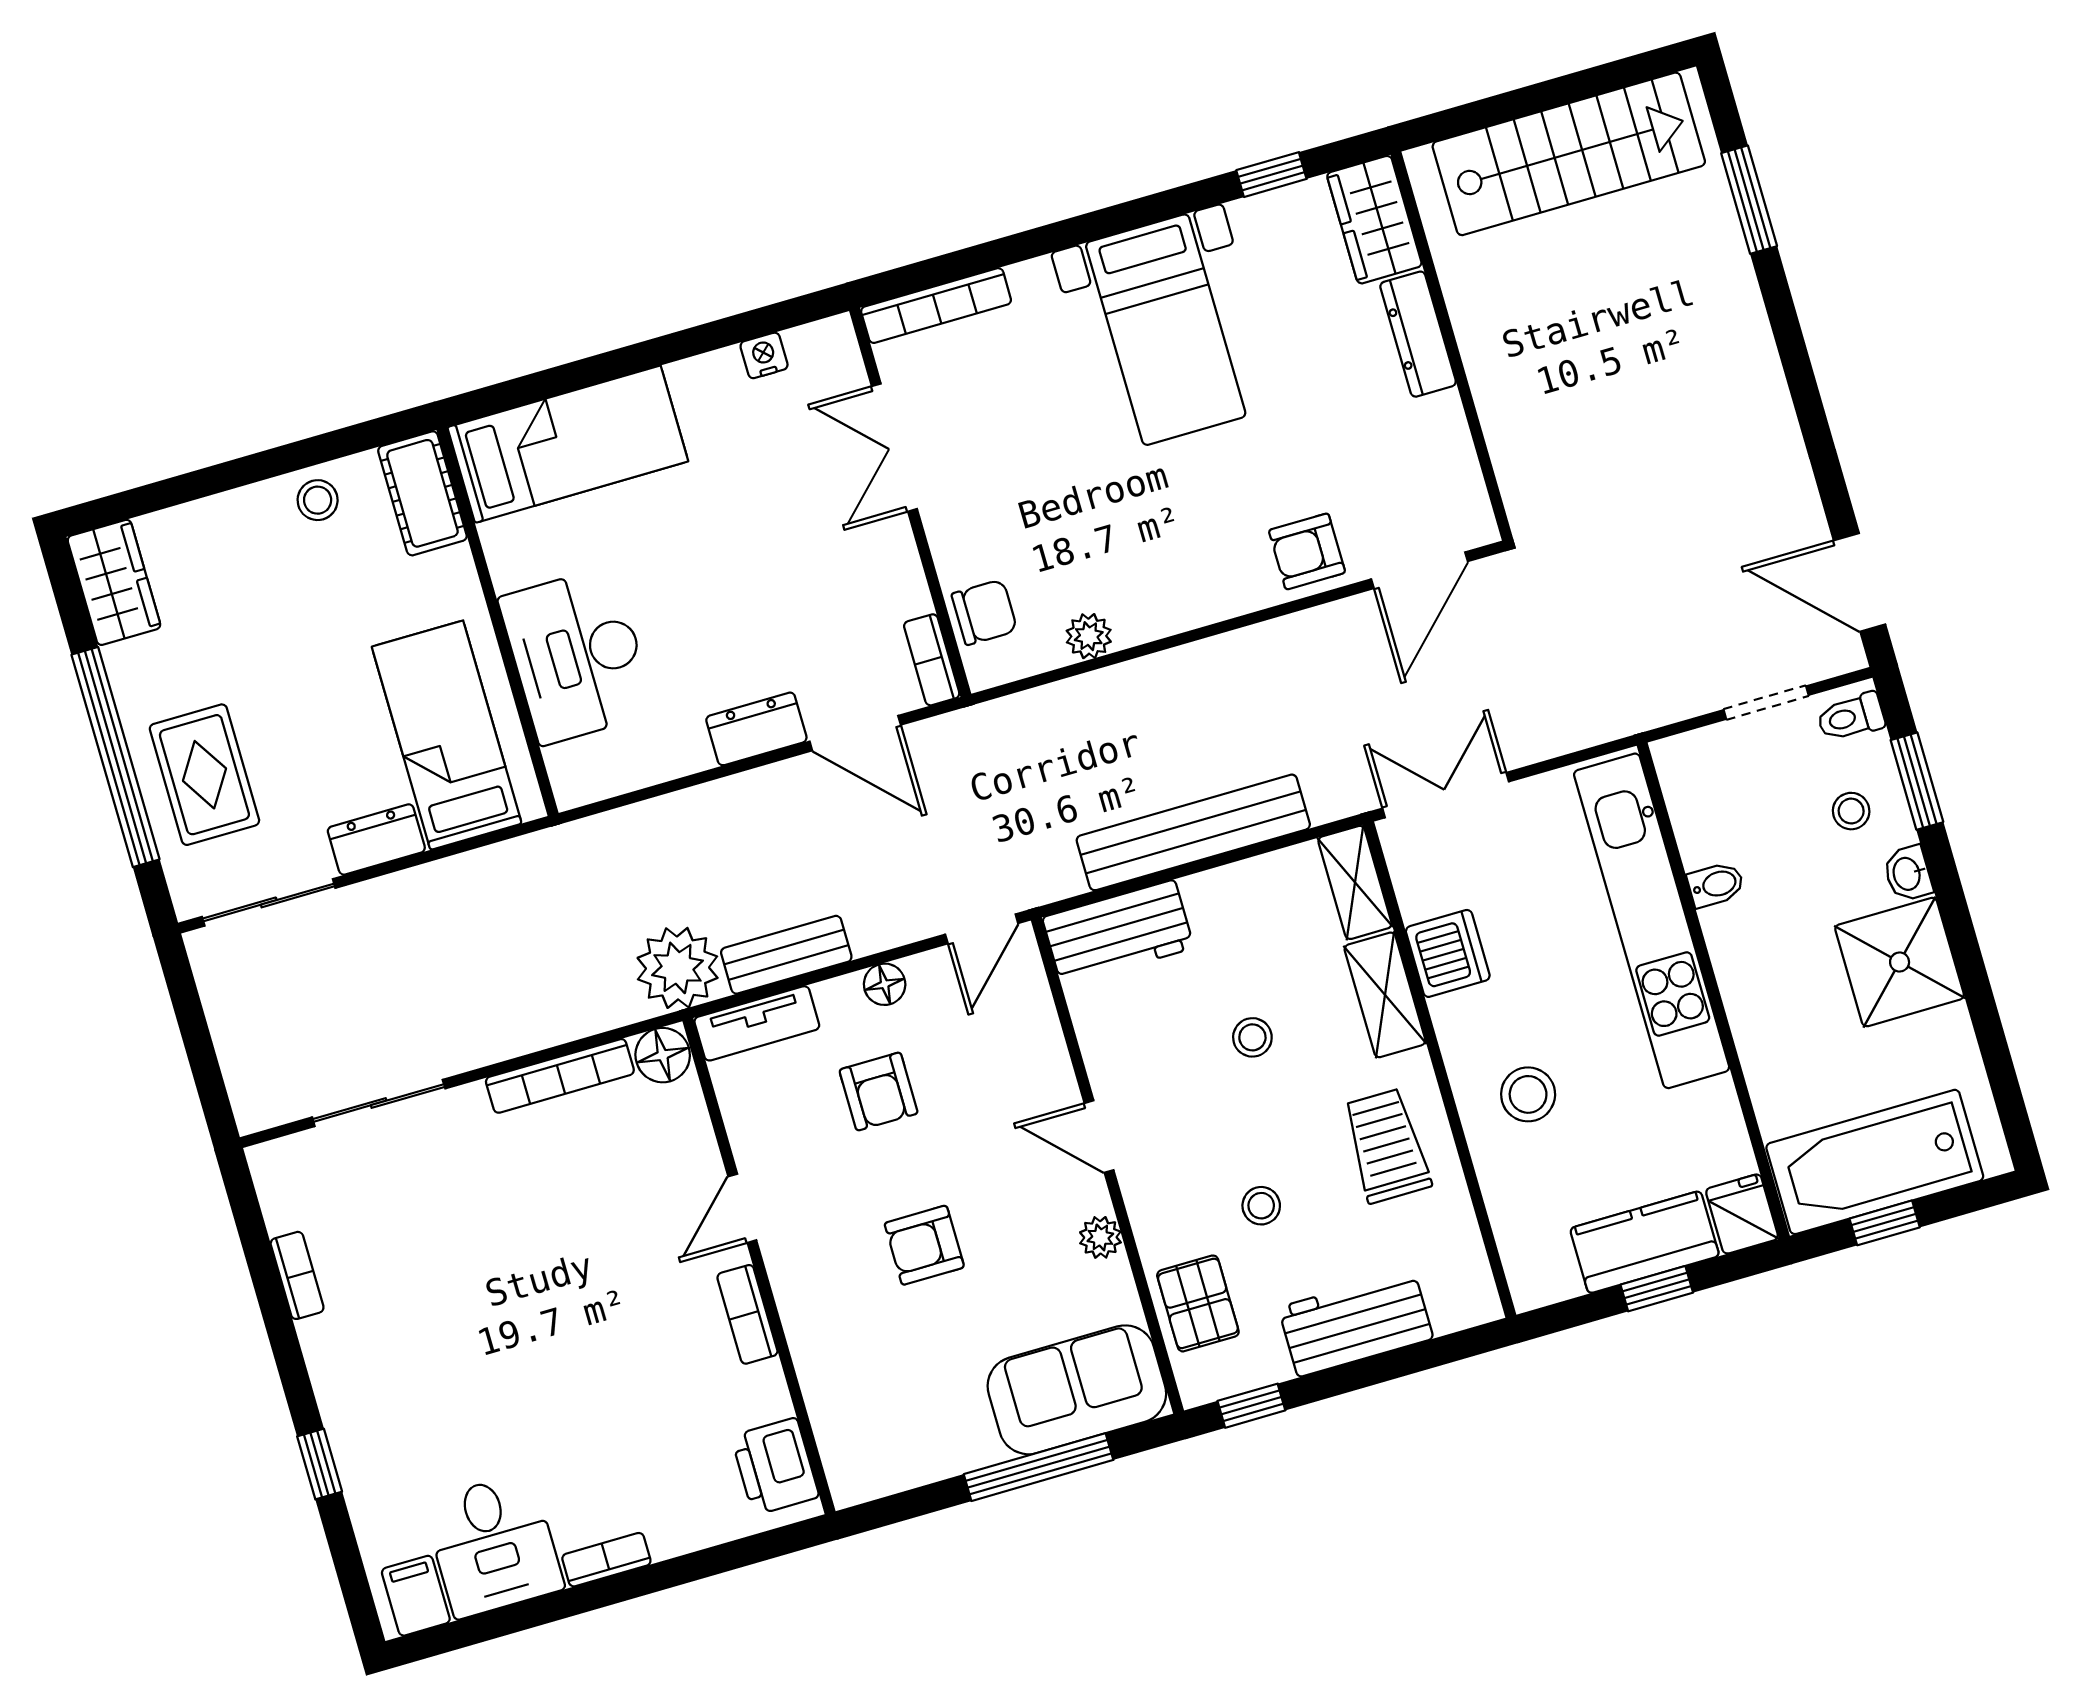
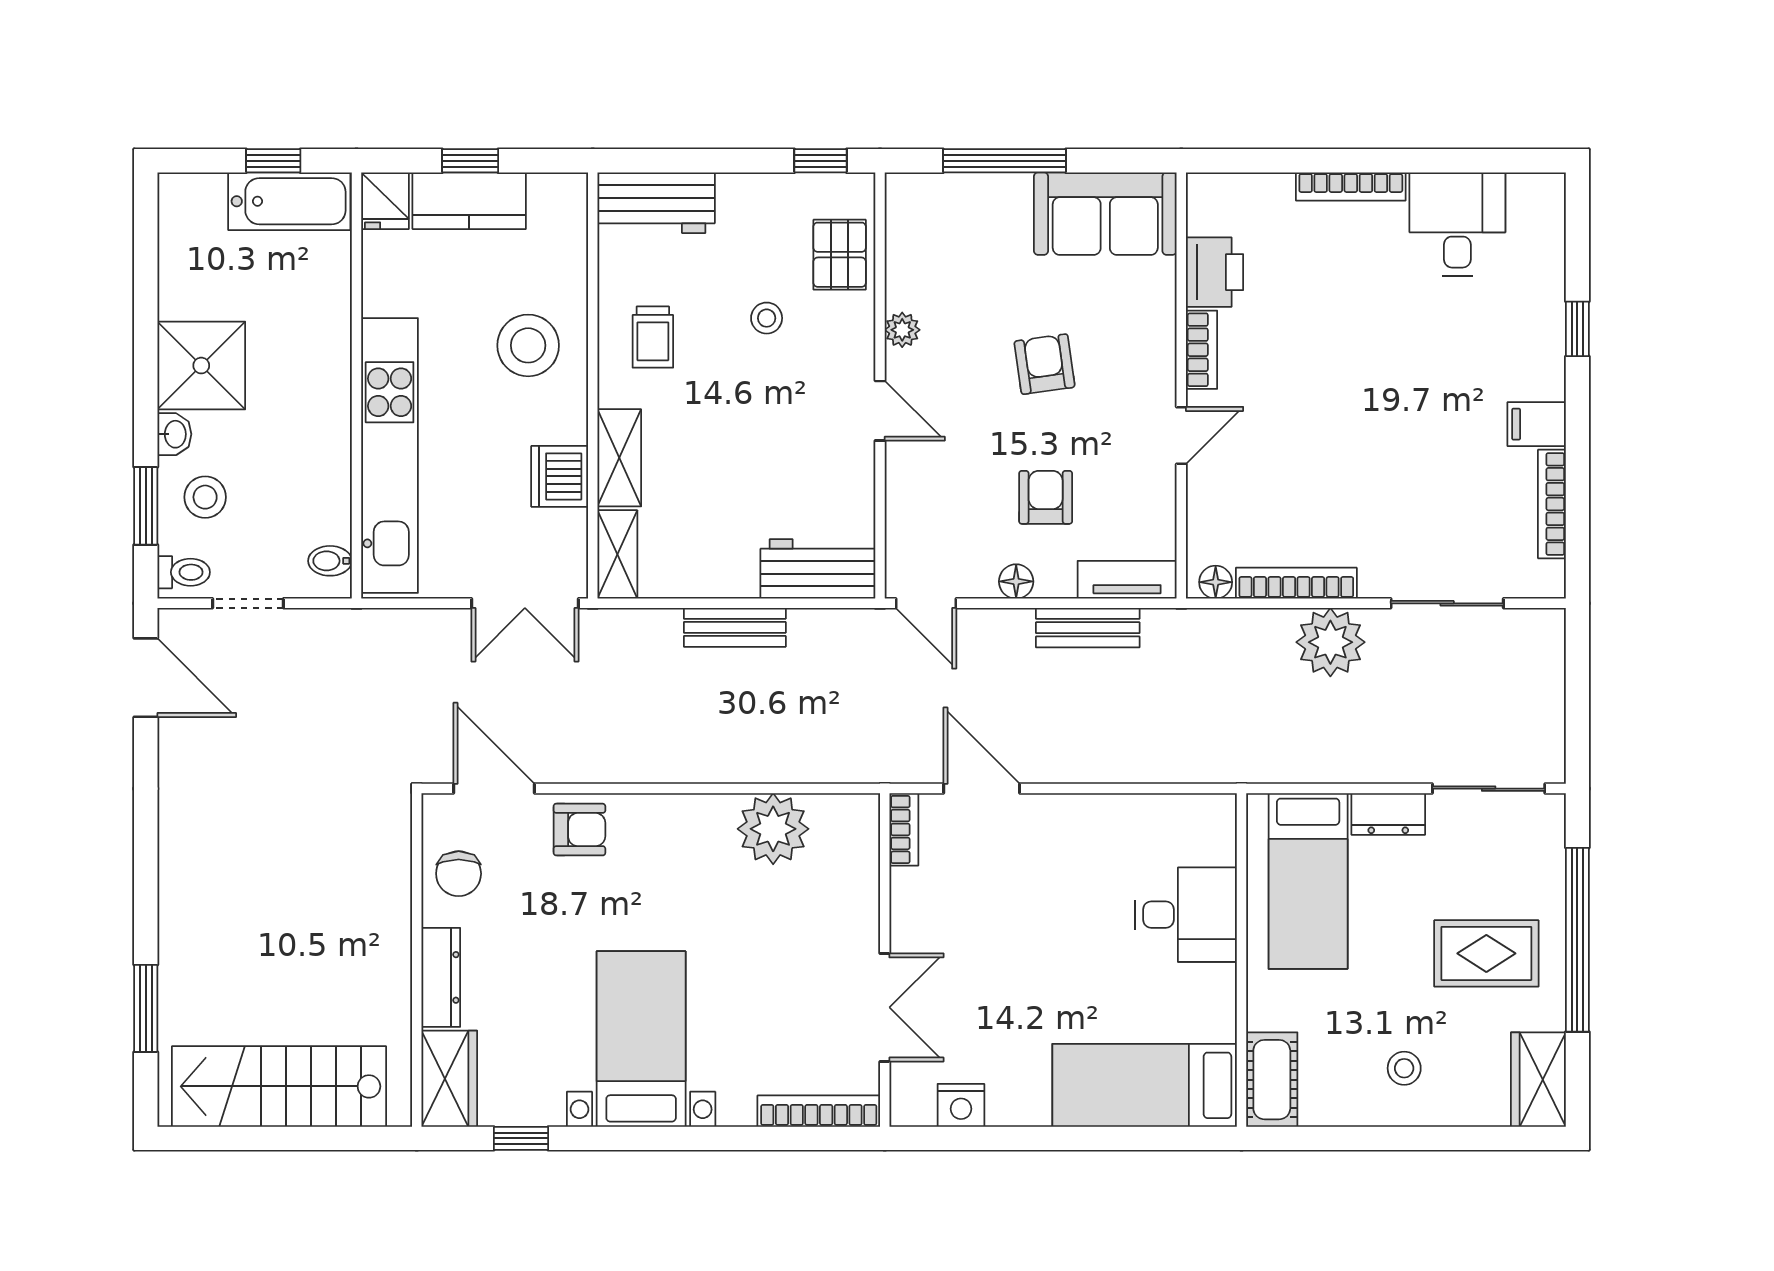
nightstand: (764, 355) -> (961, 1105), width x1.39, depth x1.35
stool: (318, 500) -> (1404, 1068), moved
door: (1419, 570) -> (494, 789), hinge flipped
chair: (984, 612) -> (459, 874), moved, turned -90
plant: (1089, 636) -> (773, 829), width x1.87, depth x1.87
desk: (577, 656) -> (1186, 915), width x0.73
dresser: (756, 729) -> (1060, 815), removed
rug: (204, 775) -> (1486, 953), moved, turned 90
stool: (1851, 811) -> (205, 497), width x1.37, depth x1.37
bench: (1193, 832) -> (735, 627), width x0.54, depth x0.82
bidet: (1716, 885) -> (330, 561), moved
door: (982, 929) -> (926, 603), swing flipped
plant: (678, 968) -> (1330, 642), moved
stool: (1252, 1037) -> (735, 454), removed
floor lamp: (663, 1055) -> (1216, 582), width x0.73, depth x0.73
stool: (1528, 1094) -> (528, 345), width x1.38, depth x1.38
trolley: (1387, 1146) -> (653, 337), width x0.73, depth x0.72
bathtub: (1875, 1162) -> (289, 201), width x0.73, depth x0.73
armchair: (924, 1245) -> (1045, 364), turned -98
bookcase: (297, 1275) -> (1552, 504), width x1.56
workbench: (1356, 1323) -> (656, 203), moved
sofa: (1077, 1390) -> (1105, 214), moved
printer: (775, 1466) -> (1215, 272), moved
bookcase: (606, 1560) -> (1351, 186), width x1.56
filing cabinet: (416, 1596) -> (1537, 424), moved, turned 90

